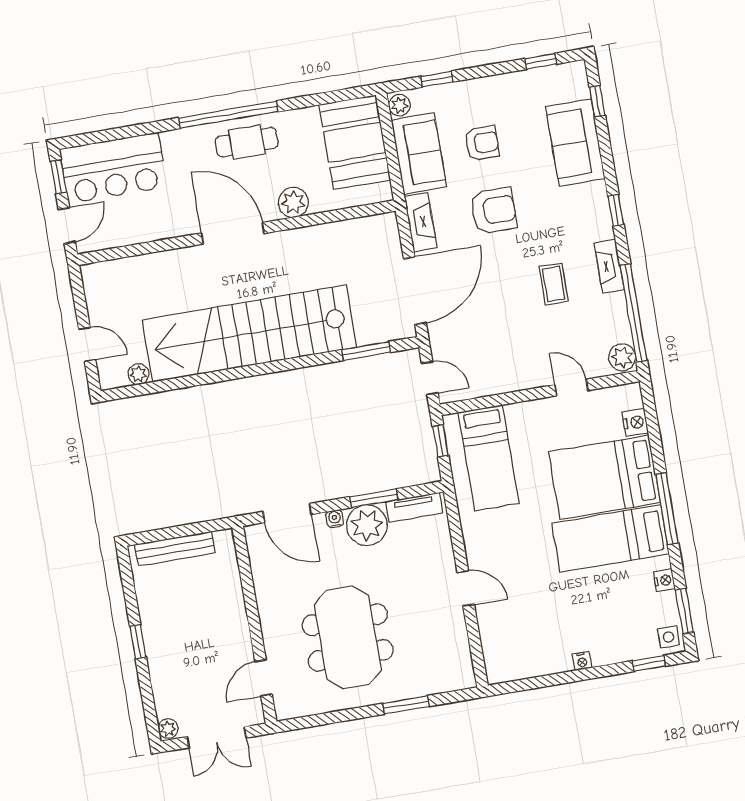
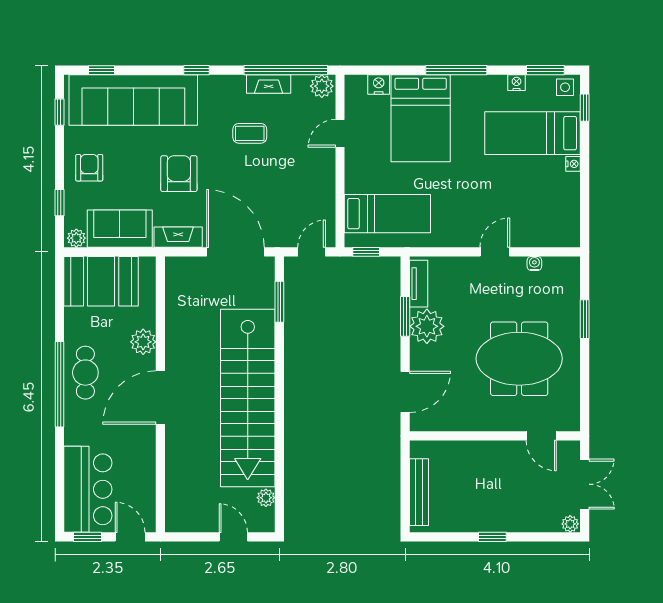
armchair: (482, 143) -> (89, 168), moved
sofa: (575, 143) -> (133, 100), width x1.85, depth x1.27
fireplace: (609, 266) -> (269, 84), moved
door: (87, 344) -> (233, 537), hinge flipped
water cooler: (335, 519) -> (534, 263), moved, turned 90
bed: (610, 539) -> (532, 133), moved, turned 90

